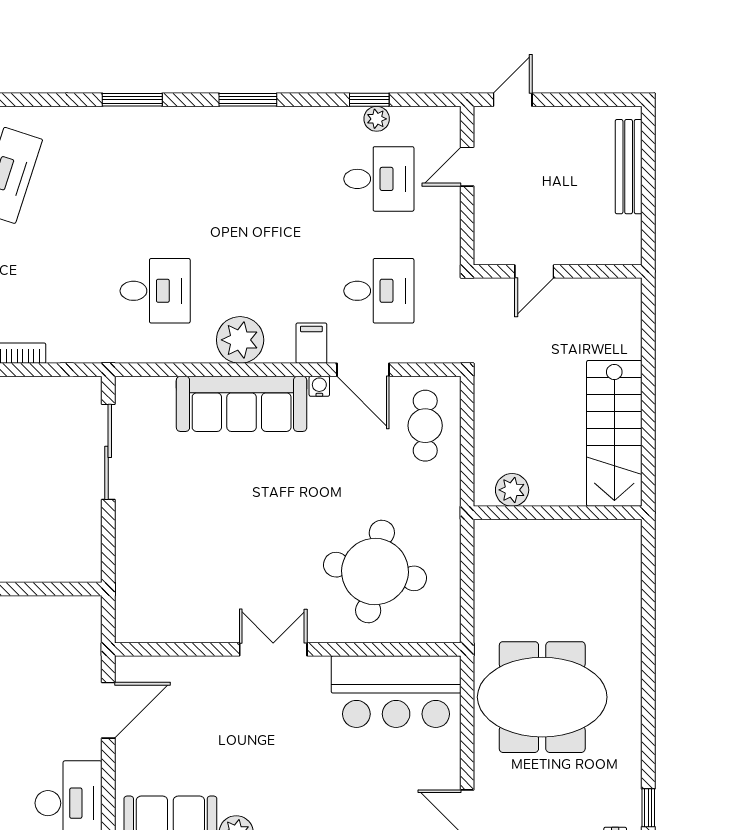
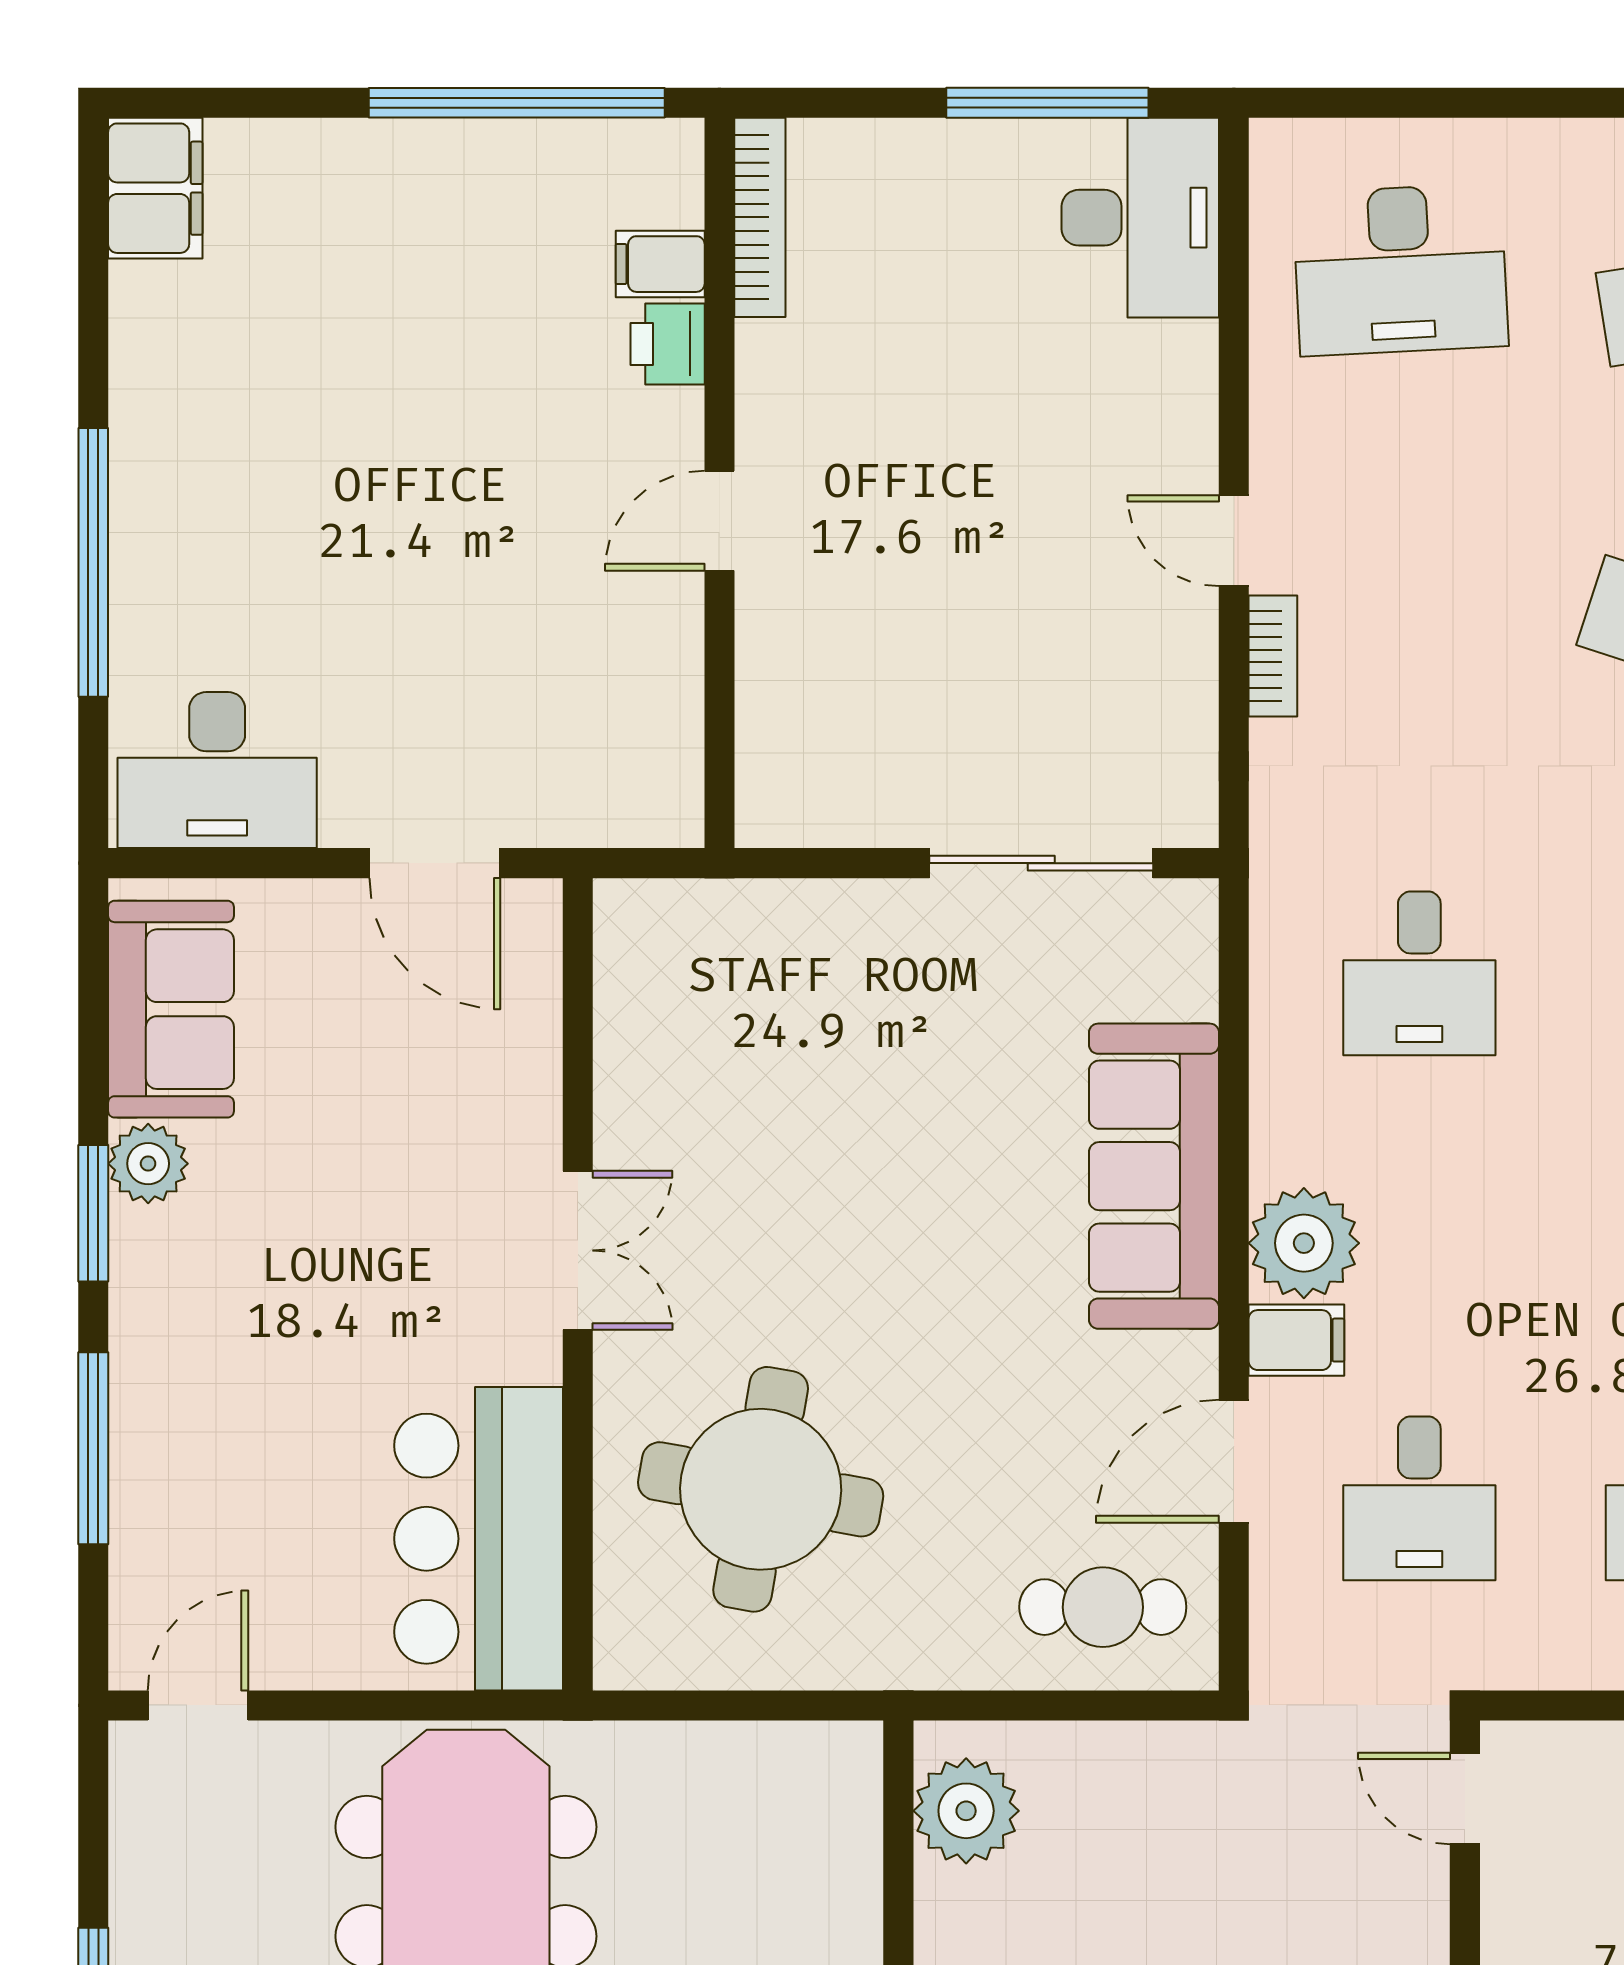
door: (534, 271) -> (1465, 1798), moved
plant: (240, 340) -> (1304, 1243), moved
water cooler: (319, 386) -> (1195, 1359), removed
plant: (512, 490) -> (966, 1811), width x1.36, depth x1.36

